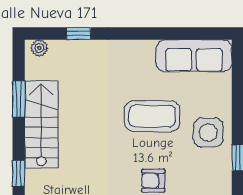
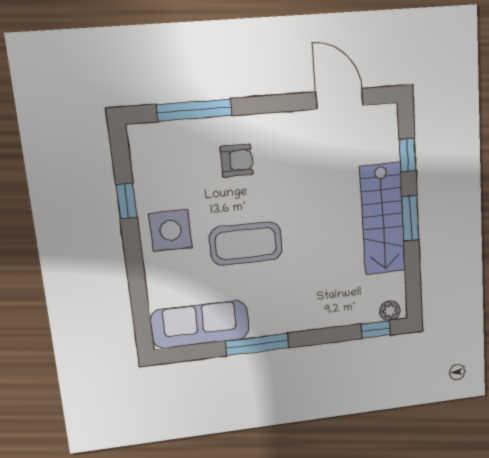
window: (79, 33) -> (376, 329), moved
window: (150, 33) -> (257, 344), added
window: (19, 99) -> (410, 218), moved

